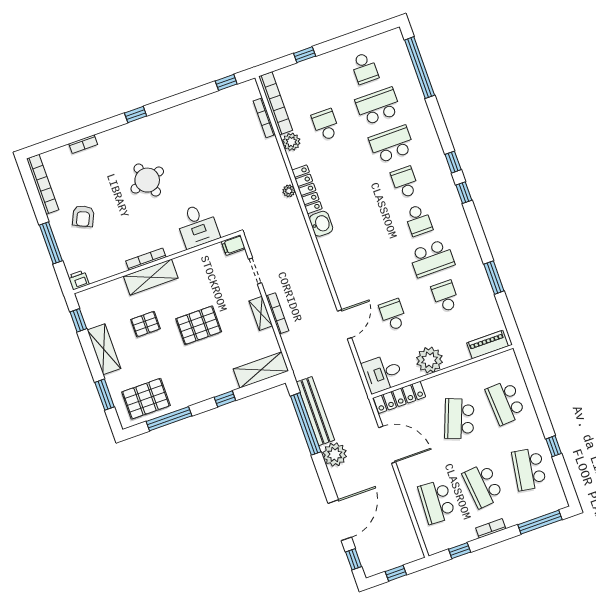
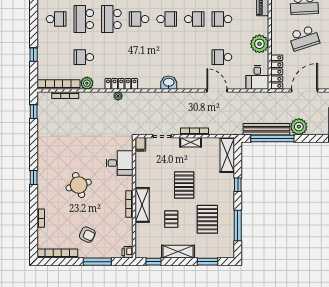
washbasin: (321, 224) -> (169, 83), moved
school desk: (432, 258) -> (194, 19), width x0.54
pallet: (146, 399) -> (207, 219), moved
school desk: (459, 419) -> (304, 38), turned -39

